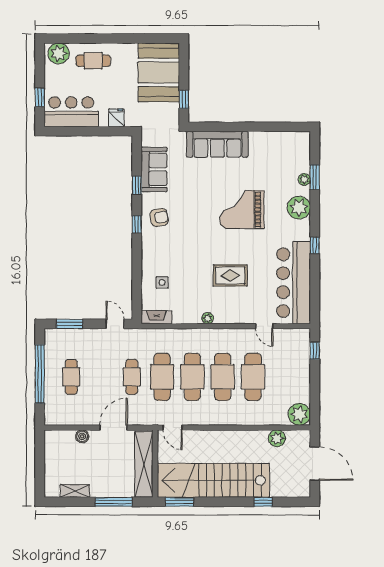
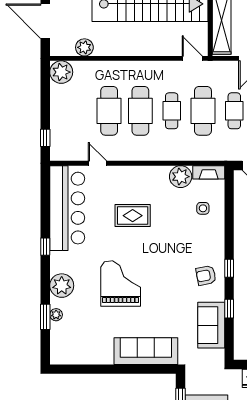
grand piano: (242, 210) -> (121, 284), turned -90
plant: (208, 318) -> (181, 177), moved, width x1.87, depth x1.87
cafe table: (192, 377) -> (172, 111), width x0.73, depth x0.74

